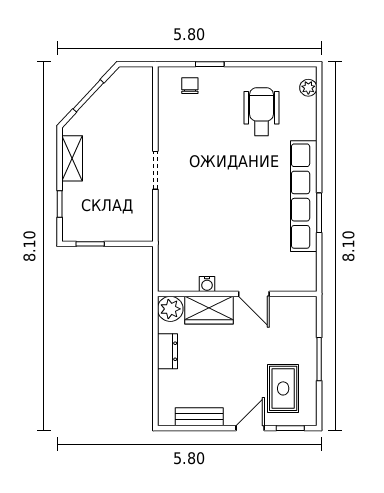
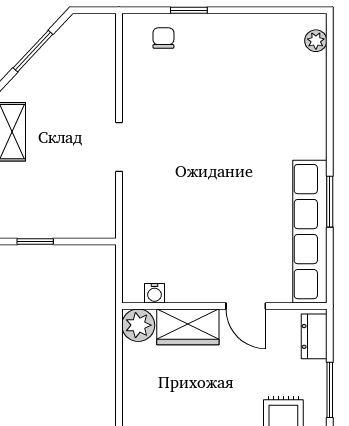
wheelchair: (262, 112) -> (256, 71), removed
row of seats: (304, 196) -> (310, 232), moved
water cooler: (207, 284) -> (154, 293), moved
dresser: (167, 351) -> (314, 336), moved, turned 180

